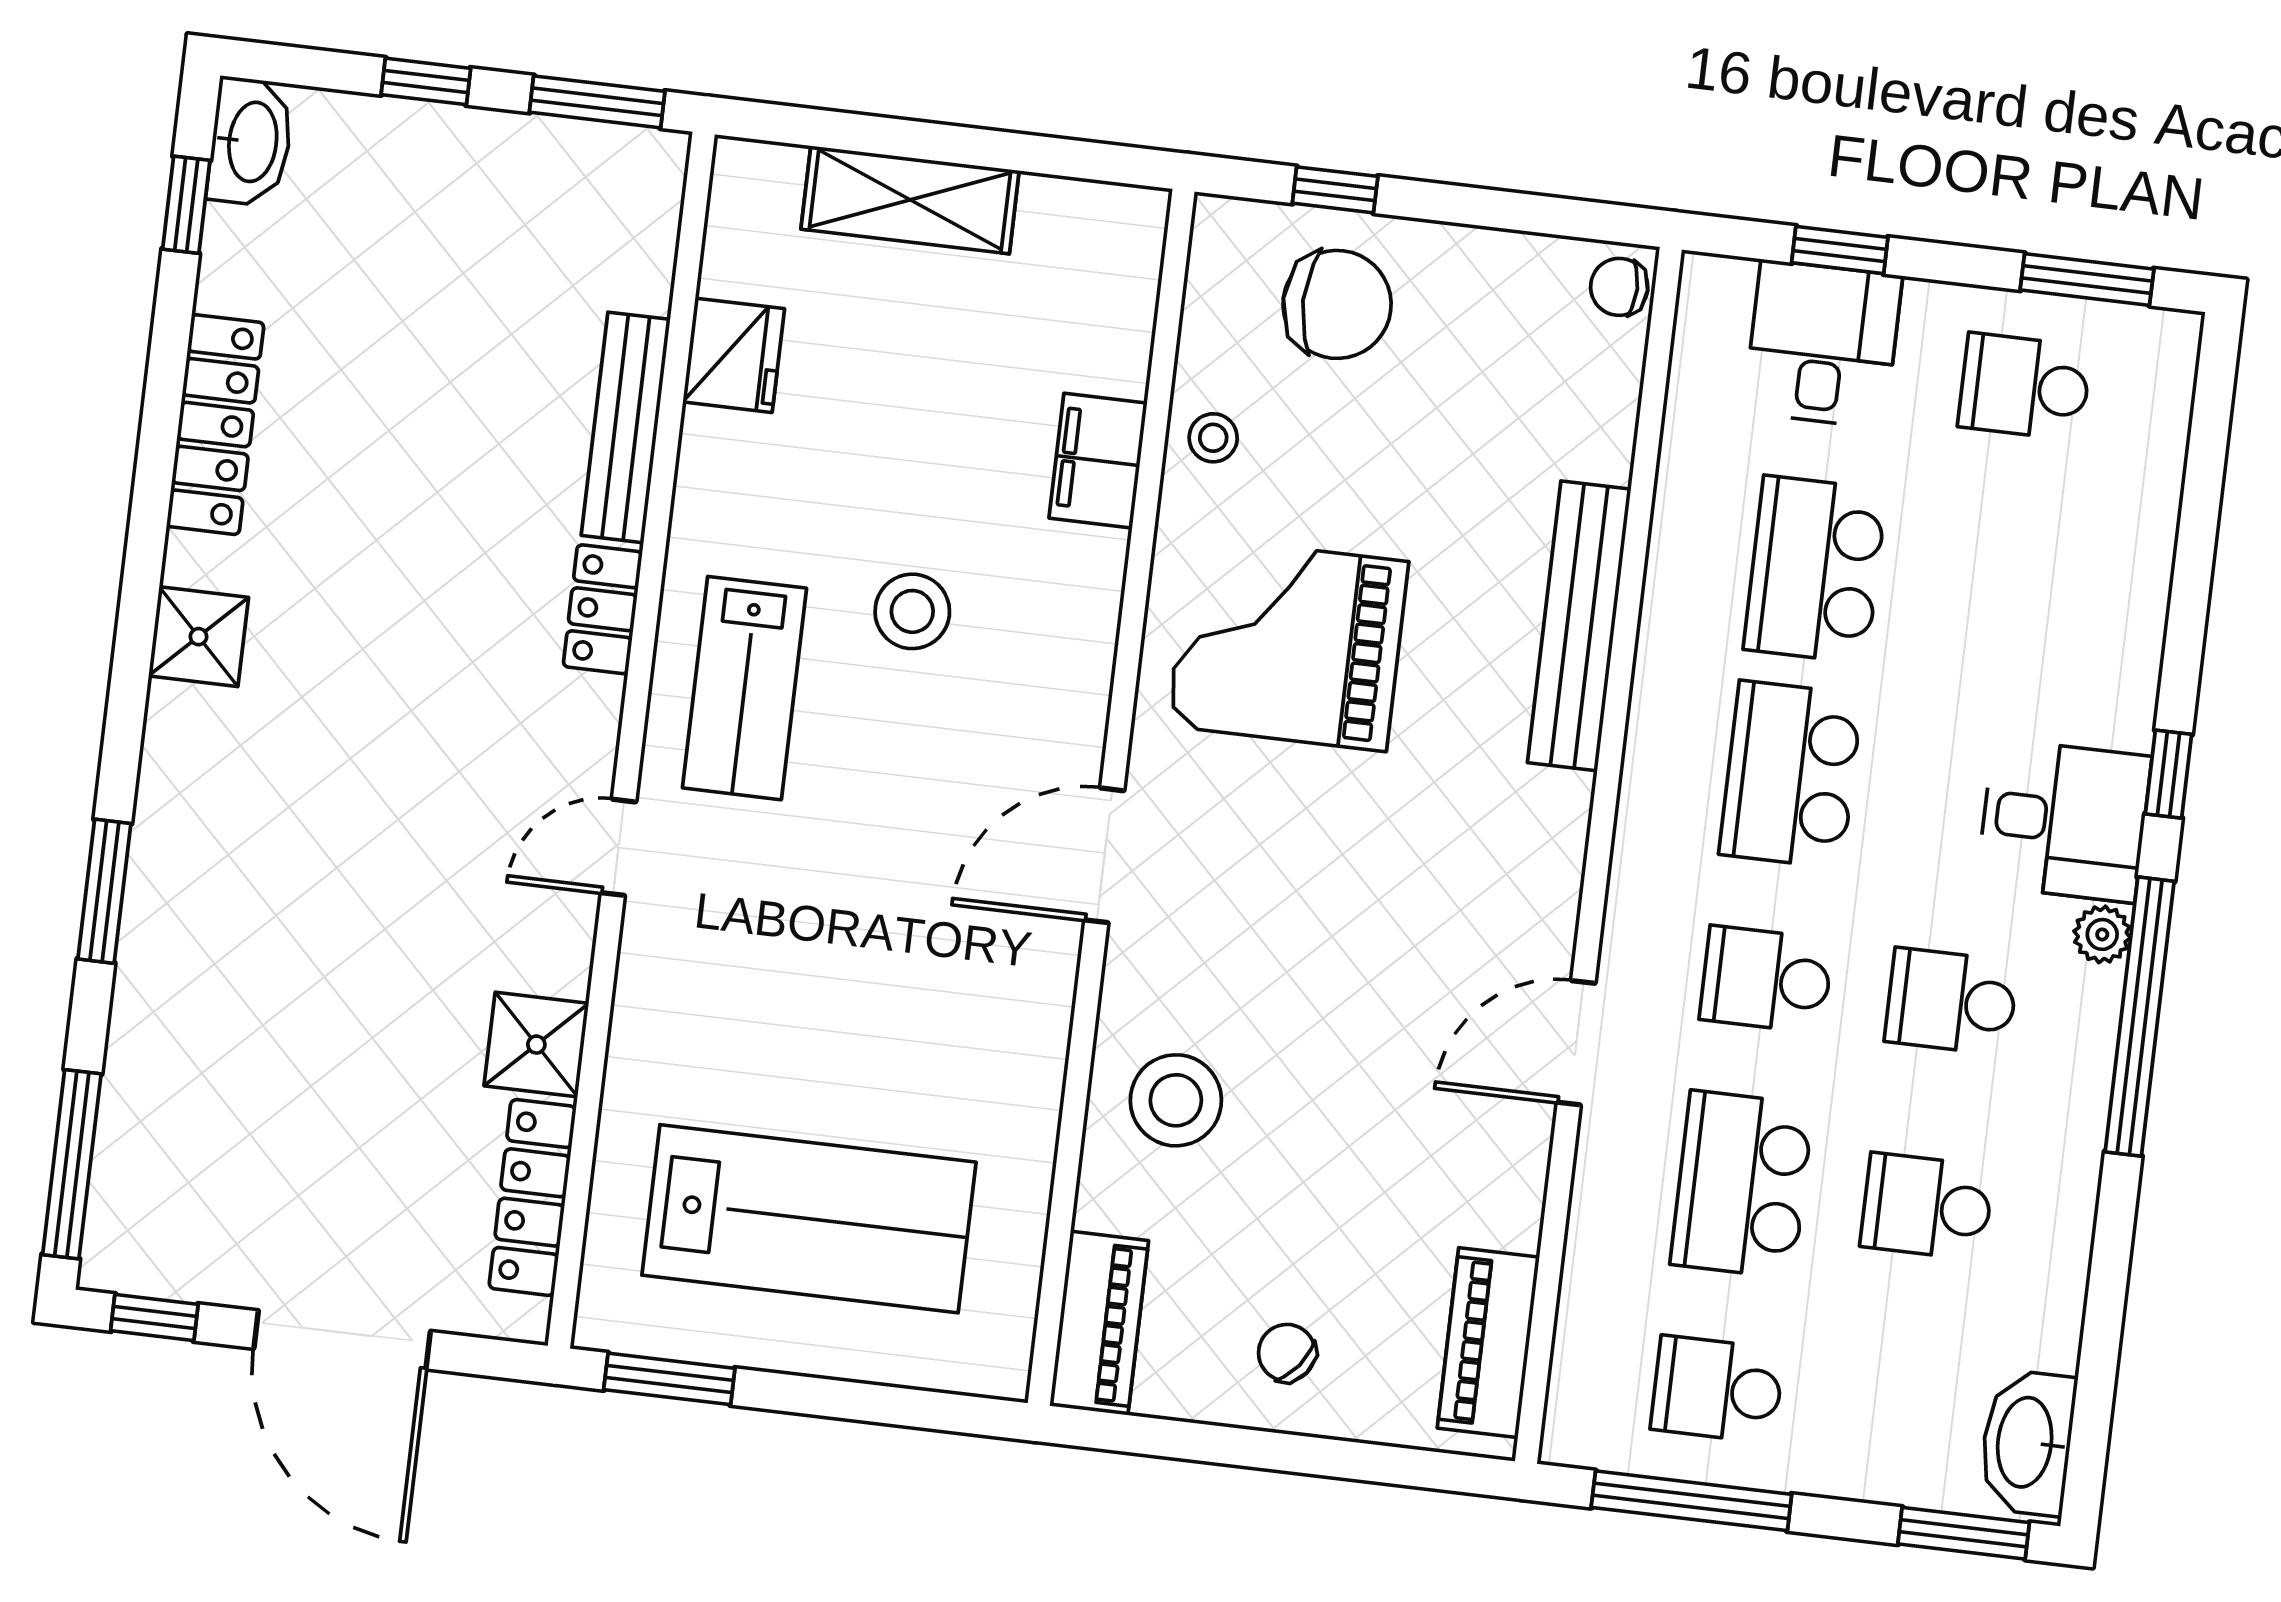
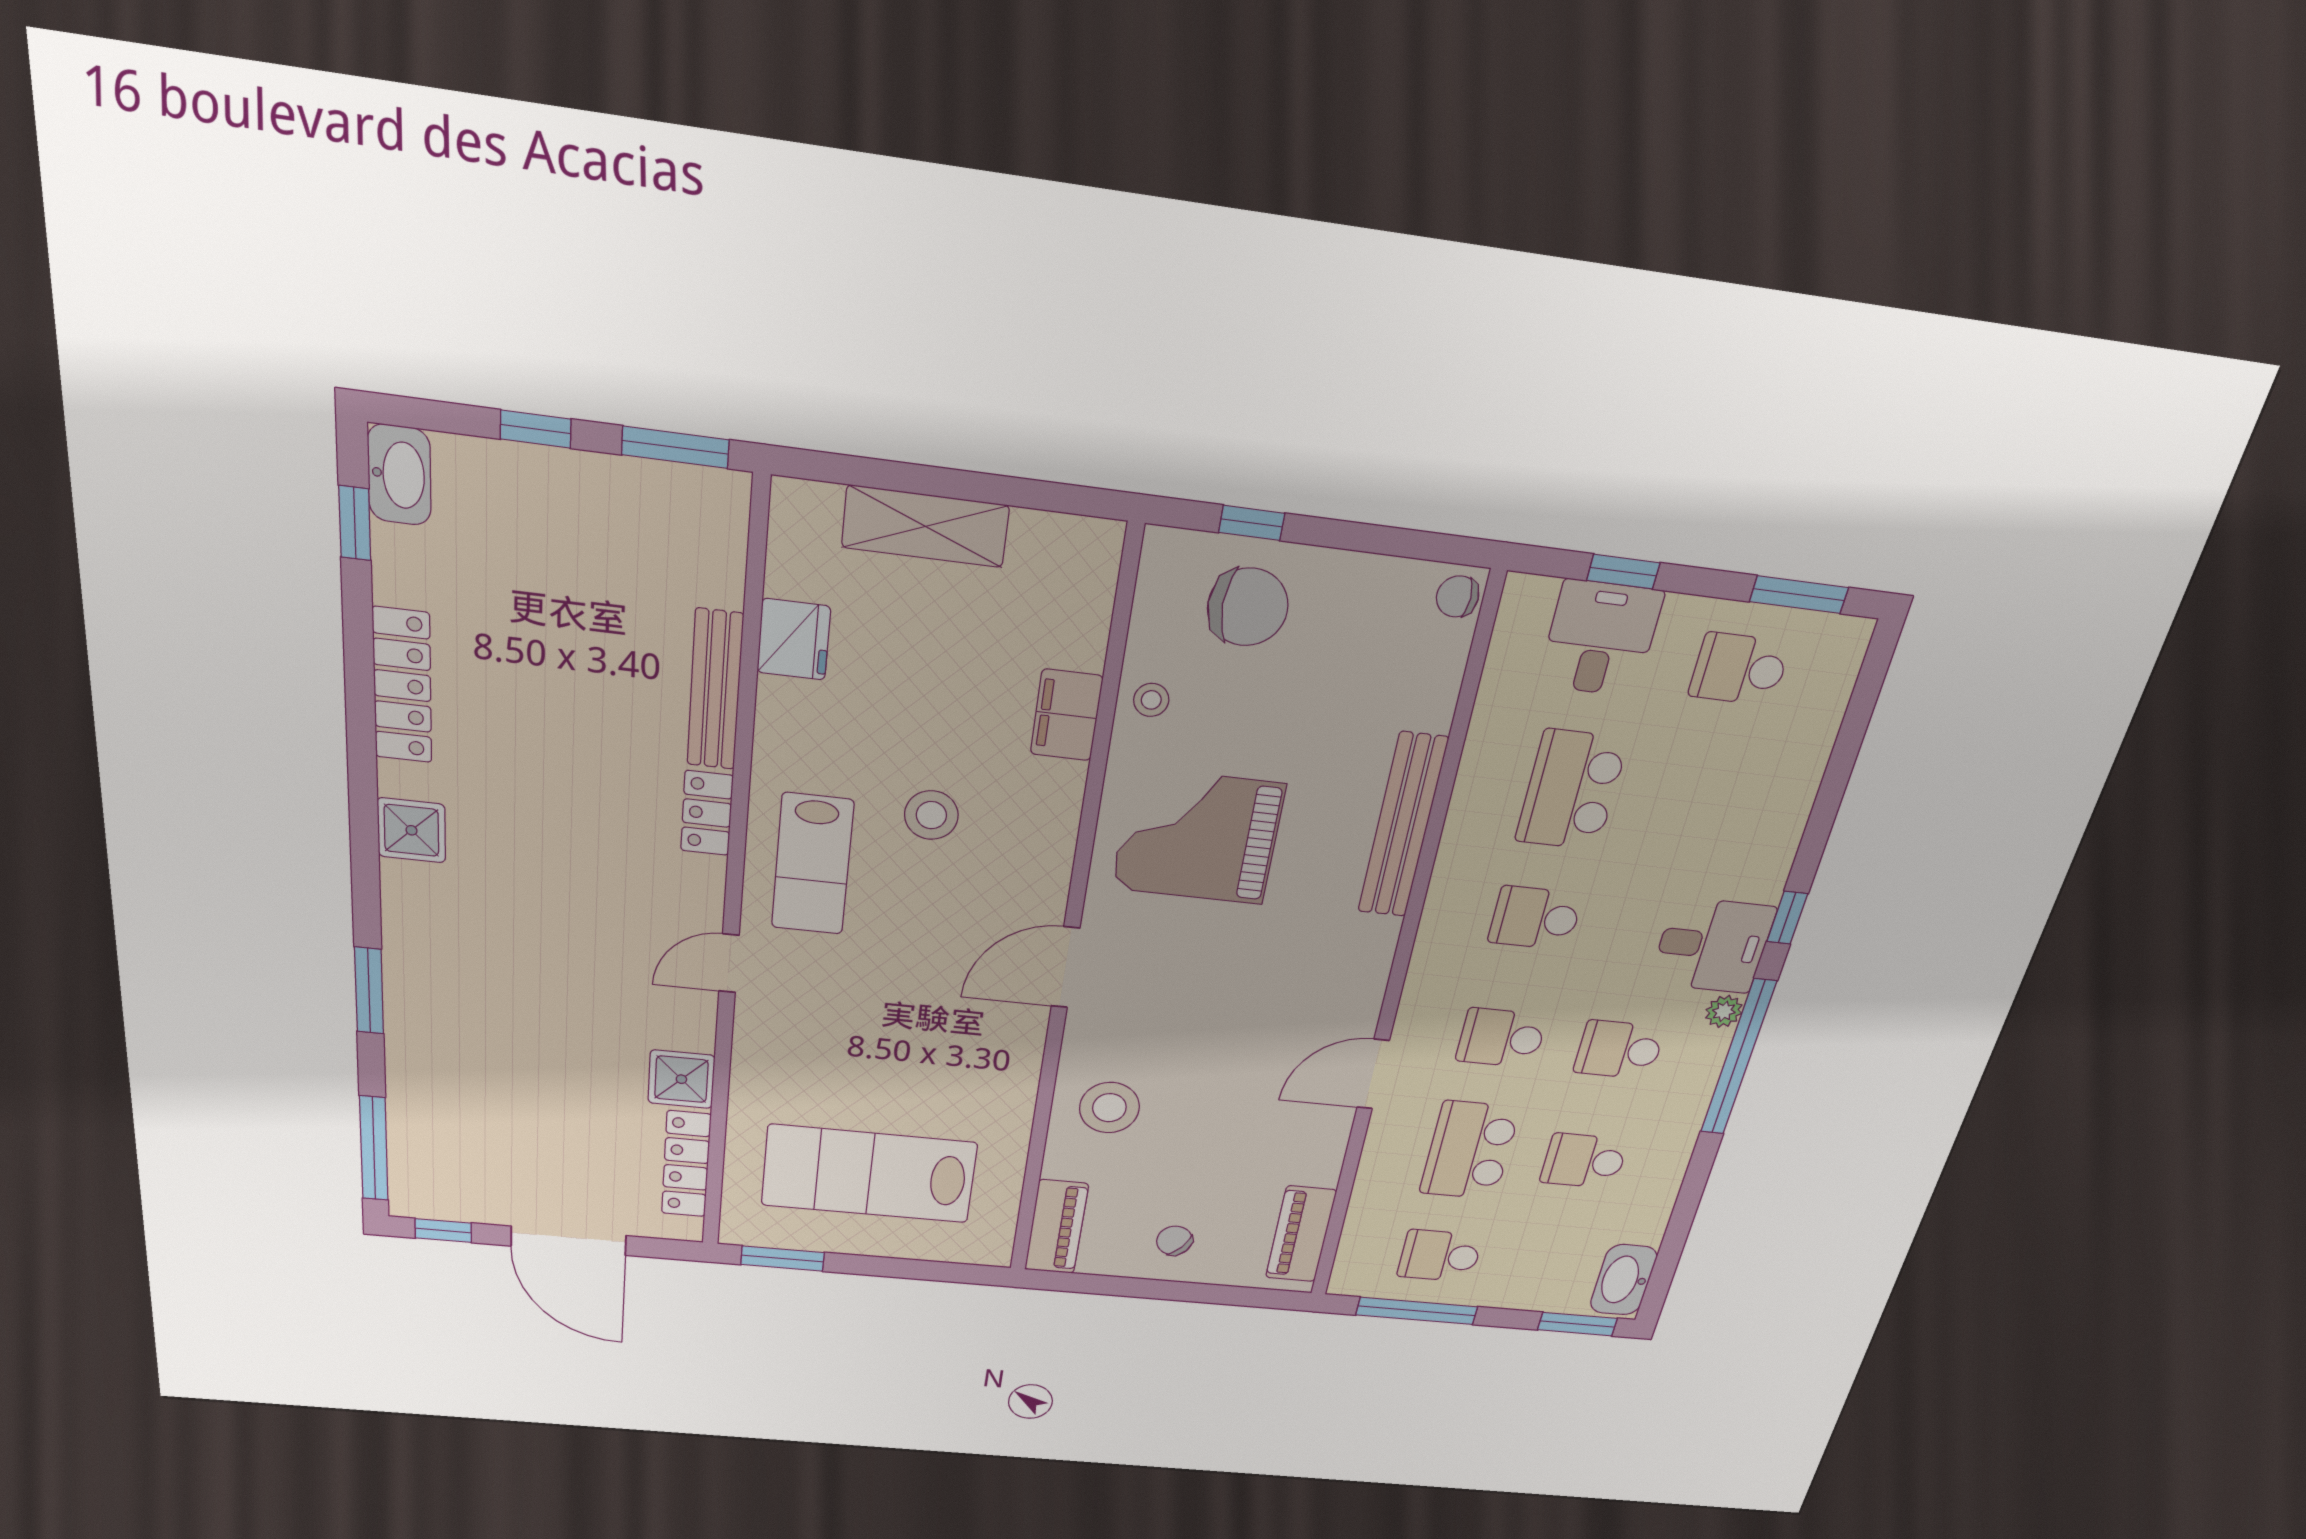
school desk: (1791, 774) -> (1535, 918), width x0.54
lab bench: (809, 1219) -> (869, 1174), turned 180

